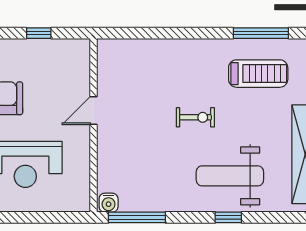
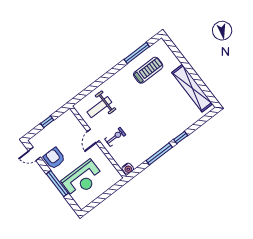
exercise bike: (195, 117) -> (115, 137), moved
weight bench: (230, 176) -> (99, 107), moved, width x0.73, depth x0.75
window: (137, 217) -> (159, 154), moved

